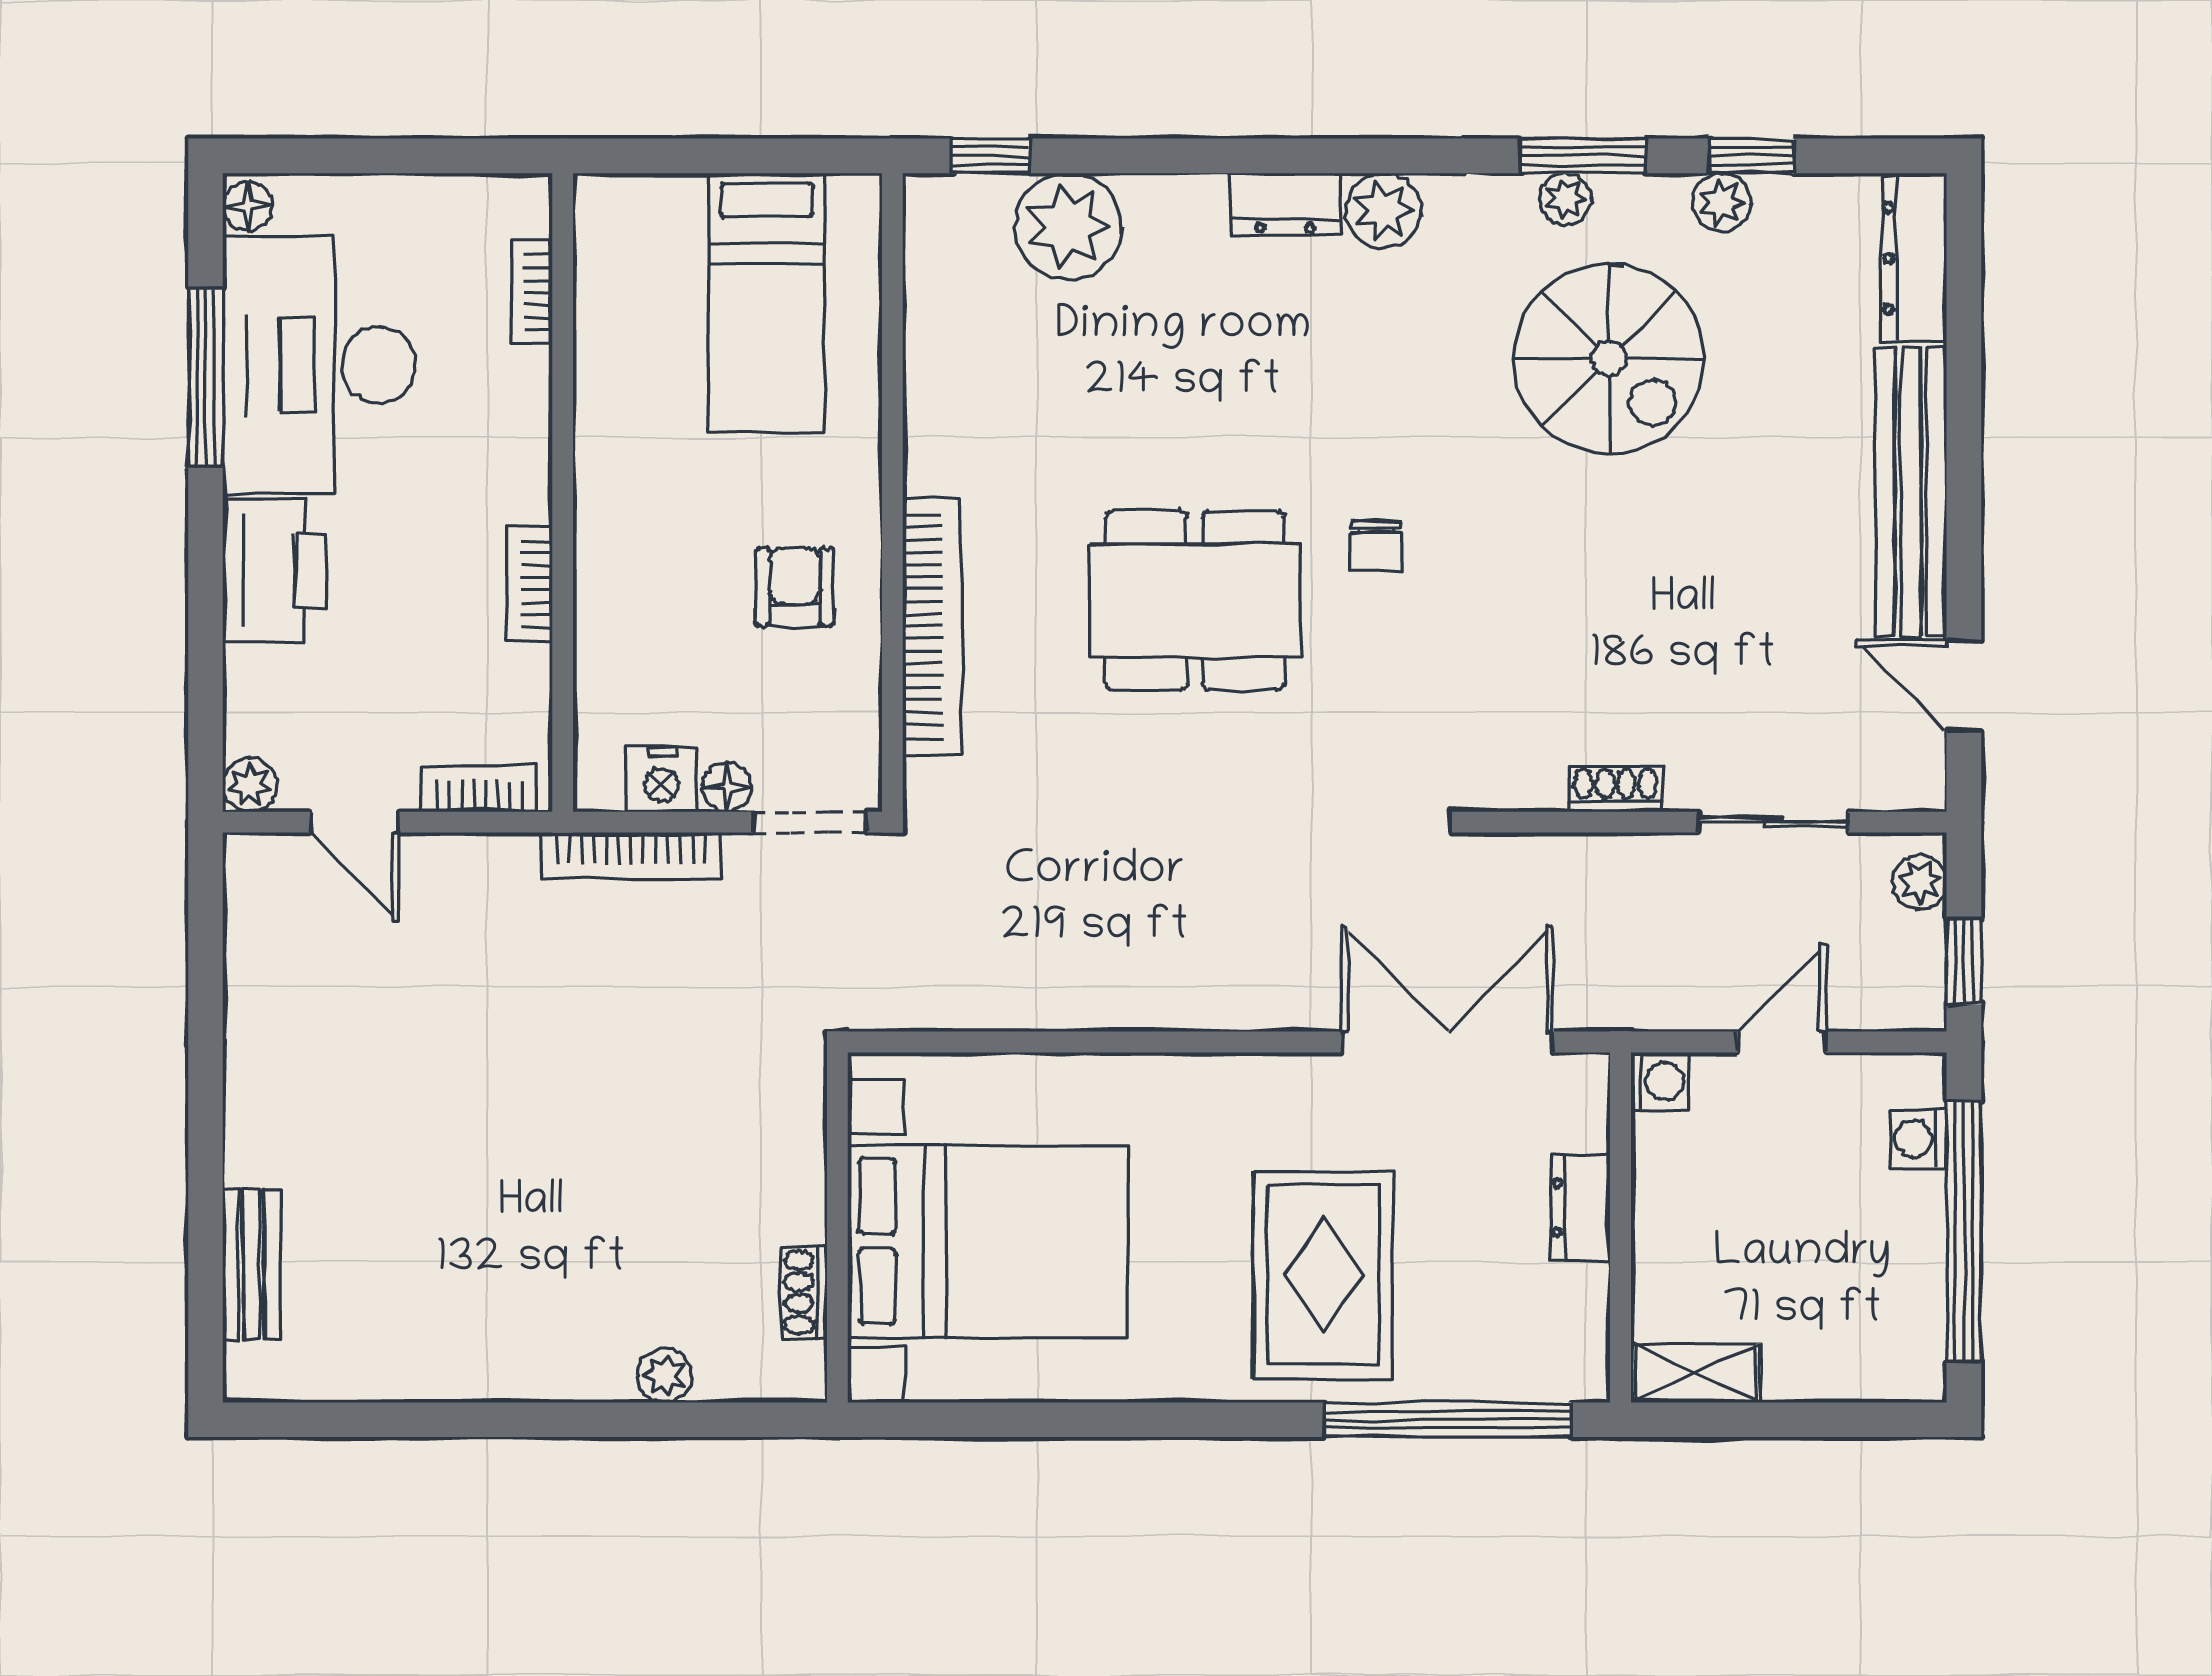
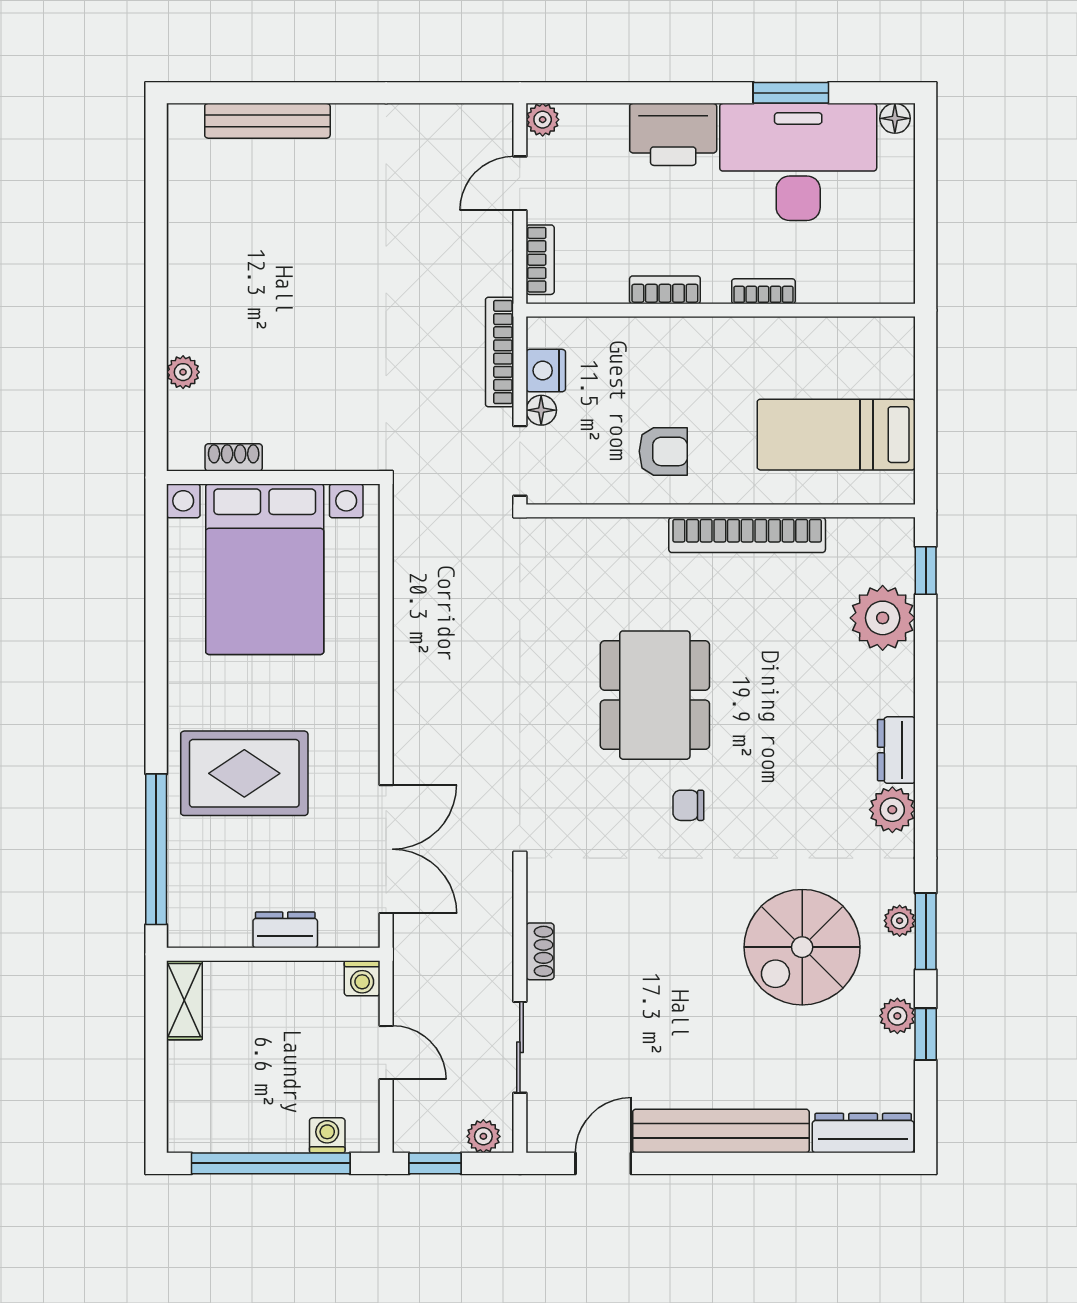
bookcase: (532, 292) -> (763, 291), moved
window: (205, 377) -> (791, 93), width x0.69
bookcase: (932, 626) -> (747, 535), moved
bench: (251, 1264) -> (267, 121), width x1.36

